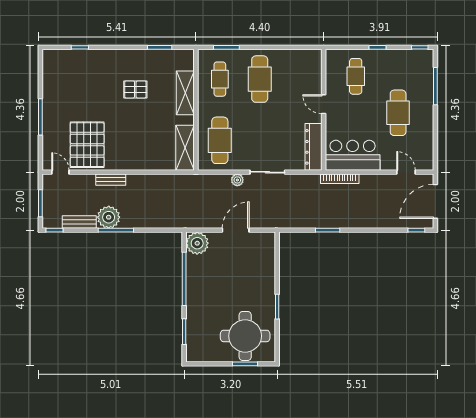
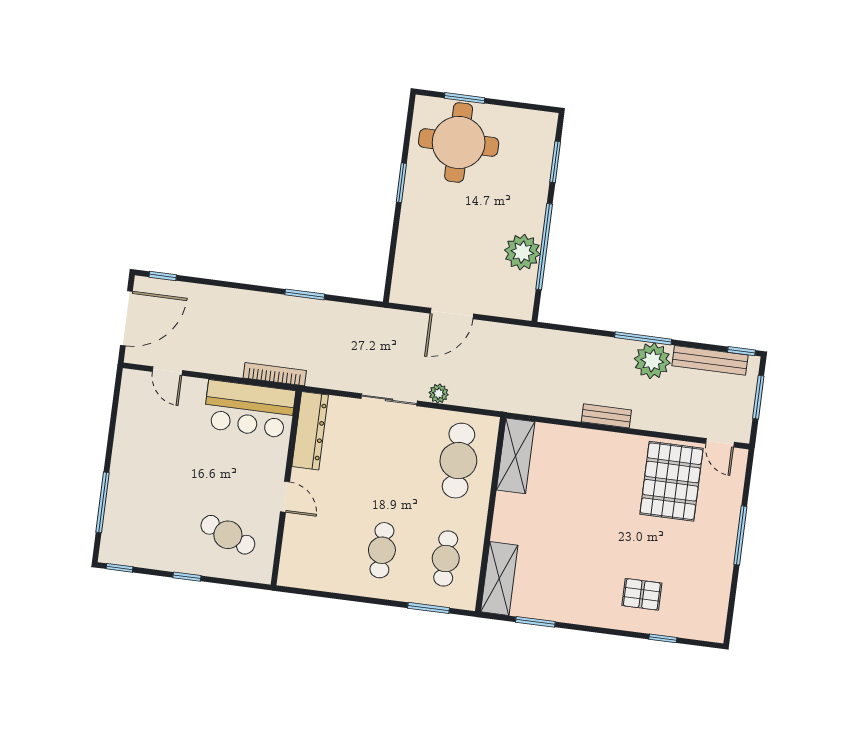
cafe table: (356, 76) -> (228, 535), turned -68
cafe table: (260, 79) -> (382, 550), width x0.73, depth x0.74
pallet: (135, 89) -> (642, 594), moved
shelving: (185, 93) -> (499, 578), moved
cafe table: (398, 113) -> (168, 468), removed
bench: (111, 180) -> (606, 416), moved
bench: (79, 222) -> (710, 360), width x1.36
plant: (197, 243) -> (522, 252), moved

